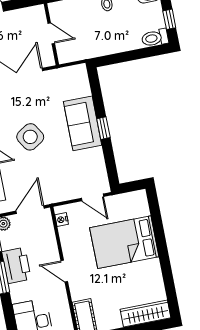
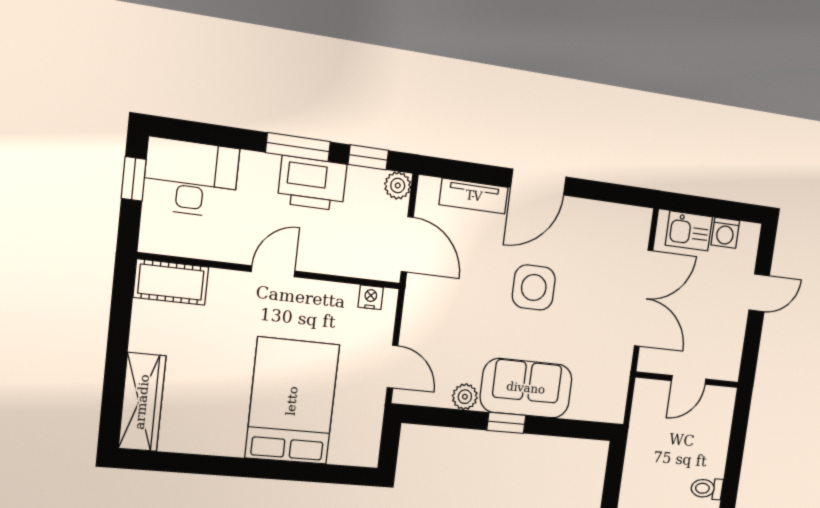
side table: (30, 137) -> (534, 287), turned 32
plant: (96, 155) -> (465, 397), added
door: (92, 197) -> (393, 367), swing flipped

